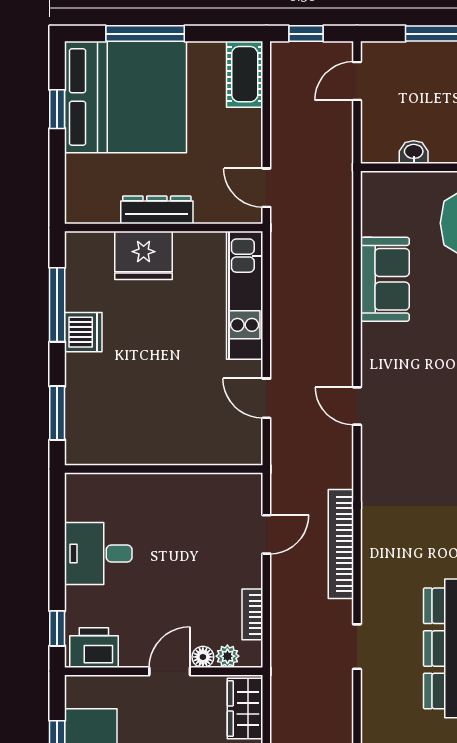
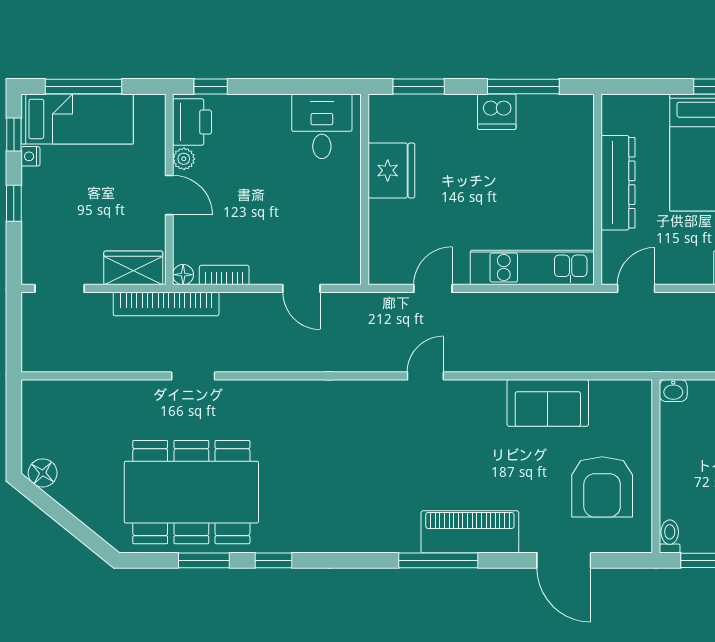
washbasin: (414, 152) -> (673, 391), moved, turned 90
dresser: (157, 210) -> (618, 183), width x1.37, depth x1.24
fridge: (144, 255) -> (391, 170), moved, turned 180
bookcase: (341, 544) -> (166, 304), moved, turned 180
desk: (98, 553) -> (322, 126), moved
plant: (227, 656) -> (184, 159), moved
floor lamp: (203, 657) -> (183, 275), moved

